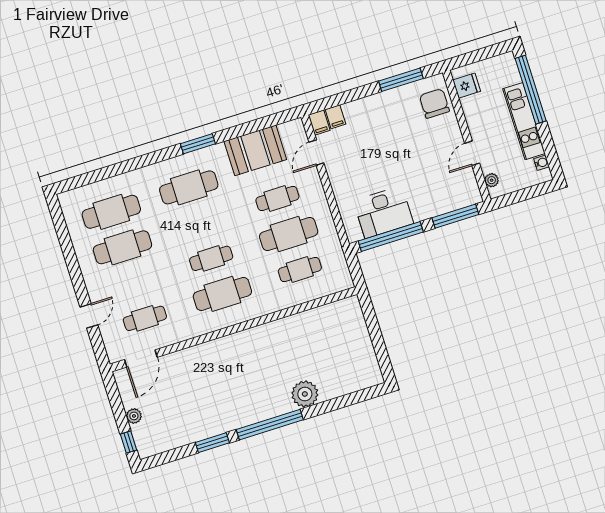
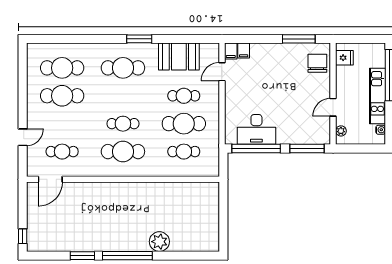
plant: (134, 416) -> (32, 219), removed

